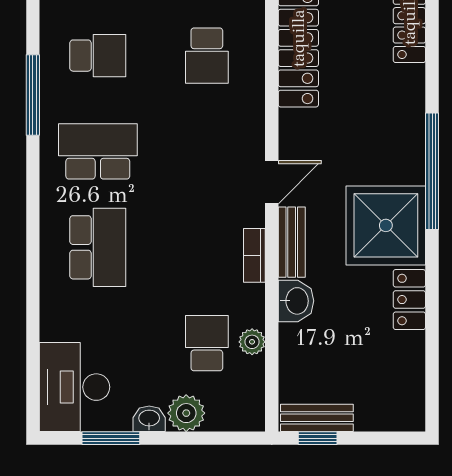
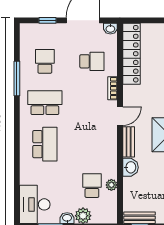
school desk: (98, 56) -> (45, 61), turned -90
school desk: (207, 56) -> (92, 61), turned -90
bookcase: (254, 255) -> (112, 88), moved

